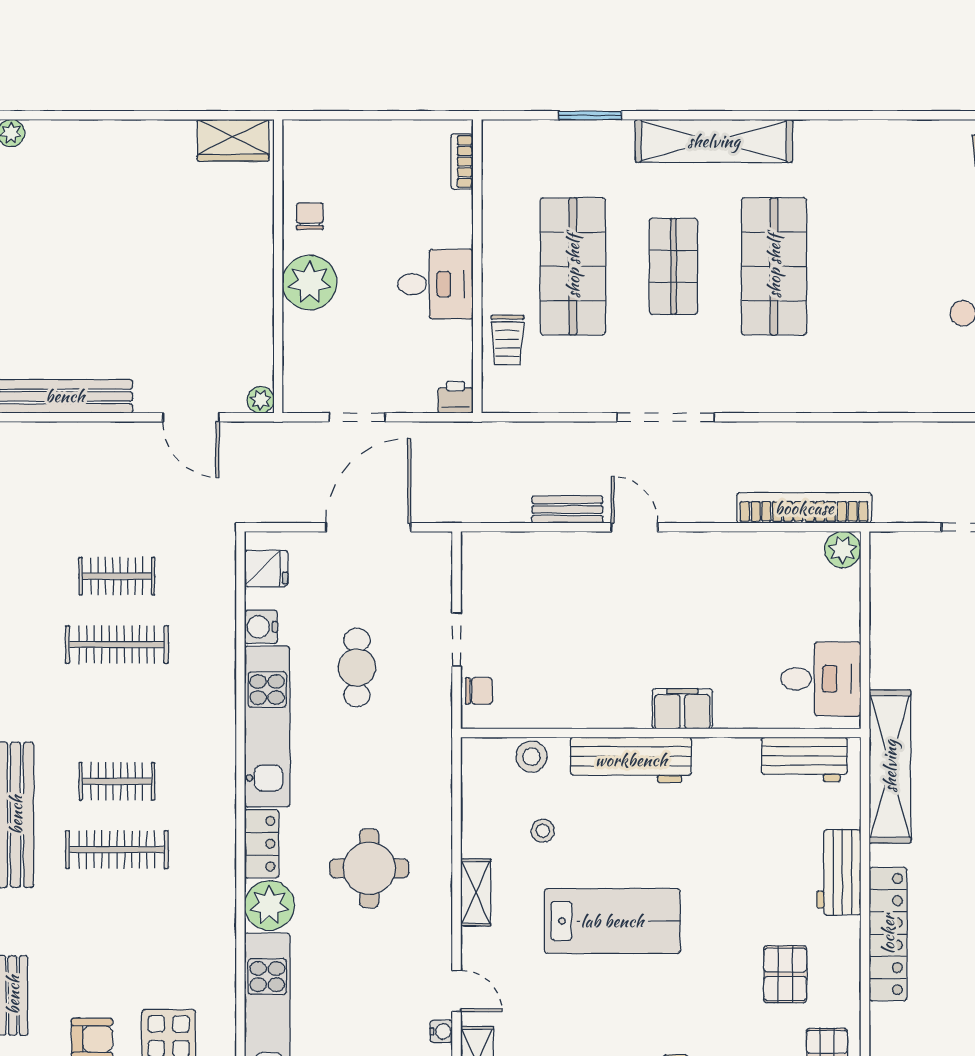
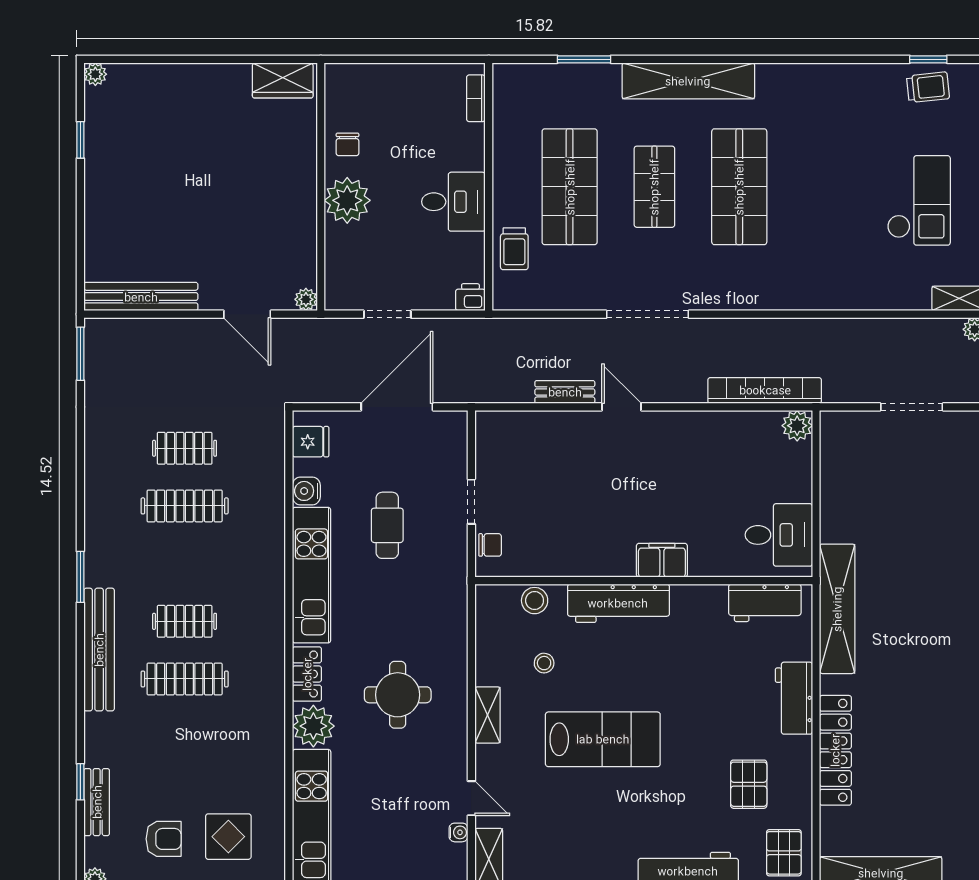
chair: (310, 216) -> (347, 144), turned 180

